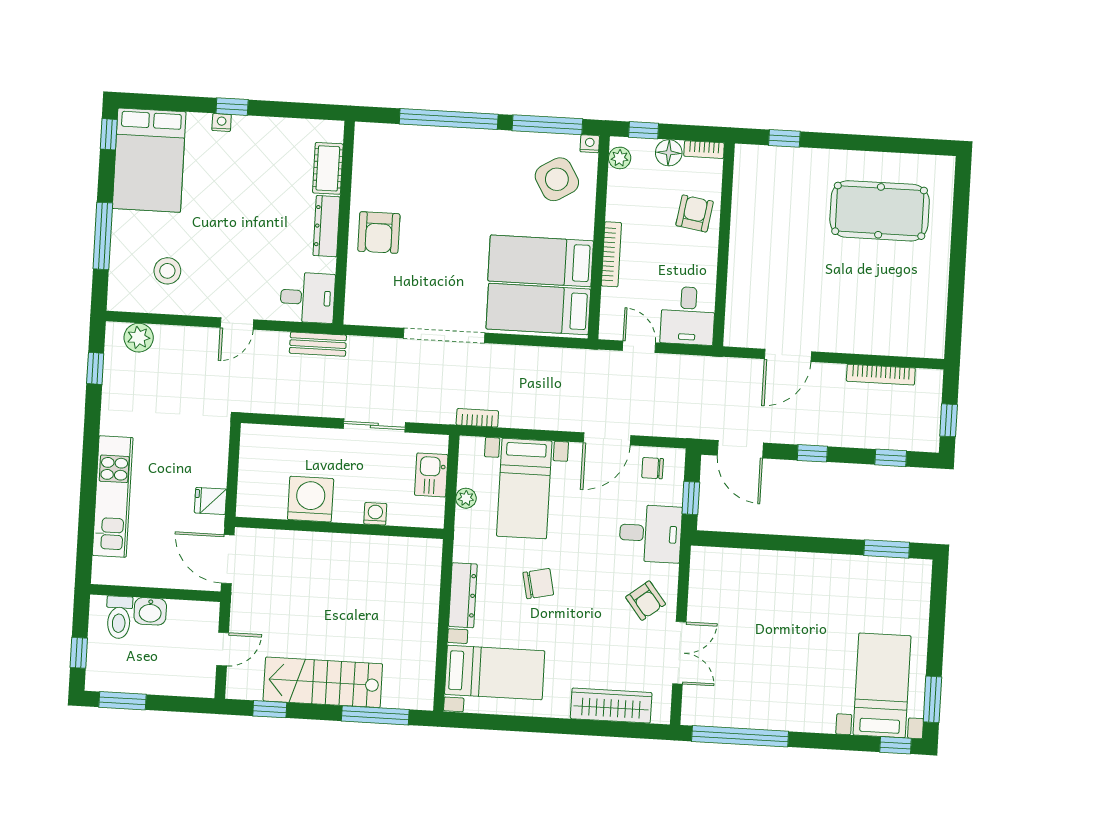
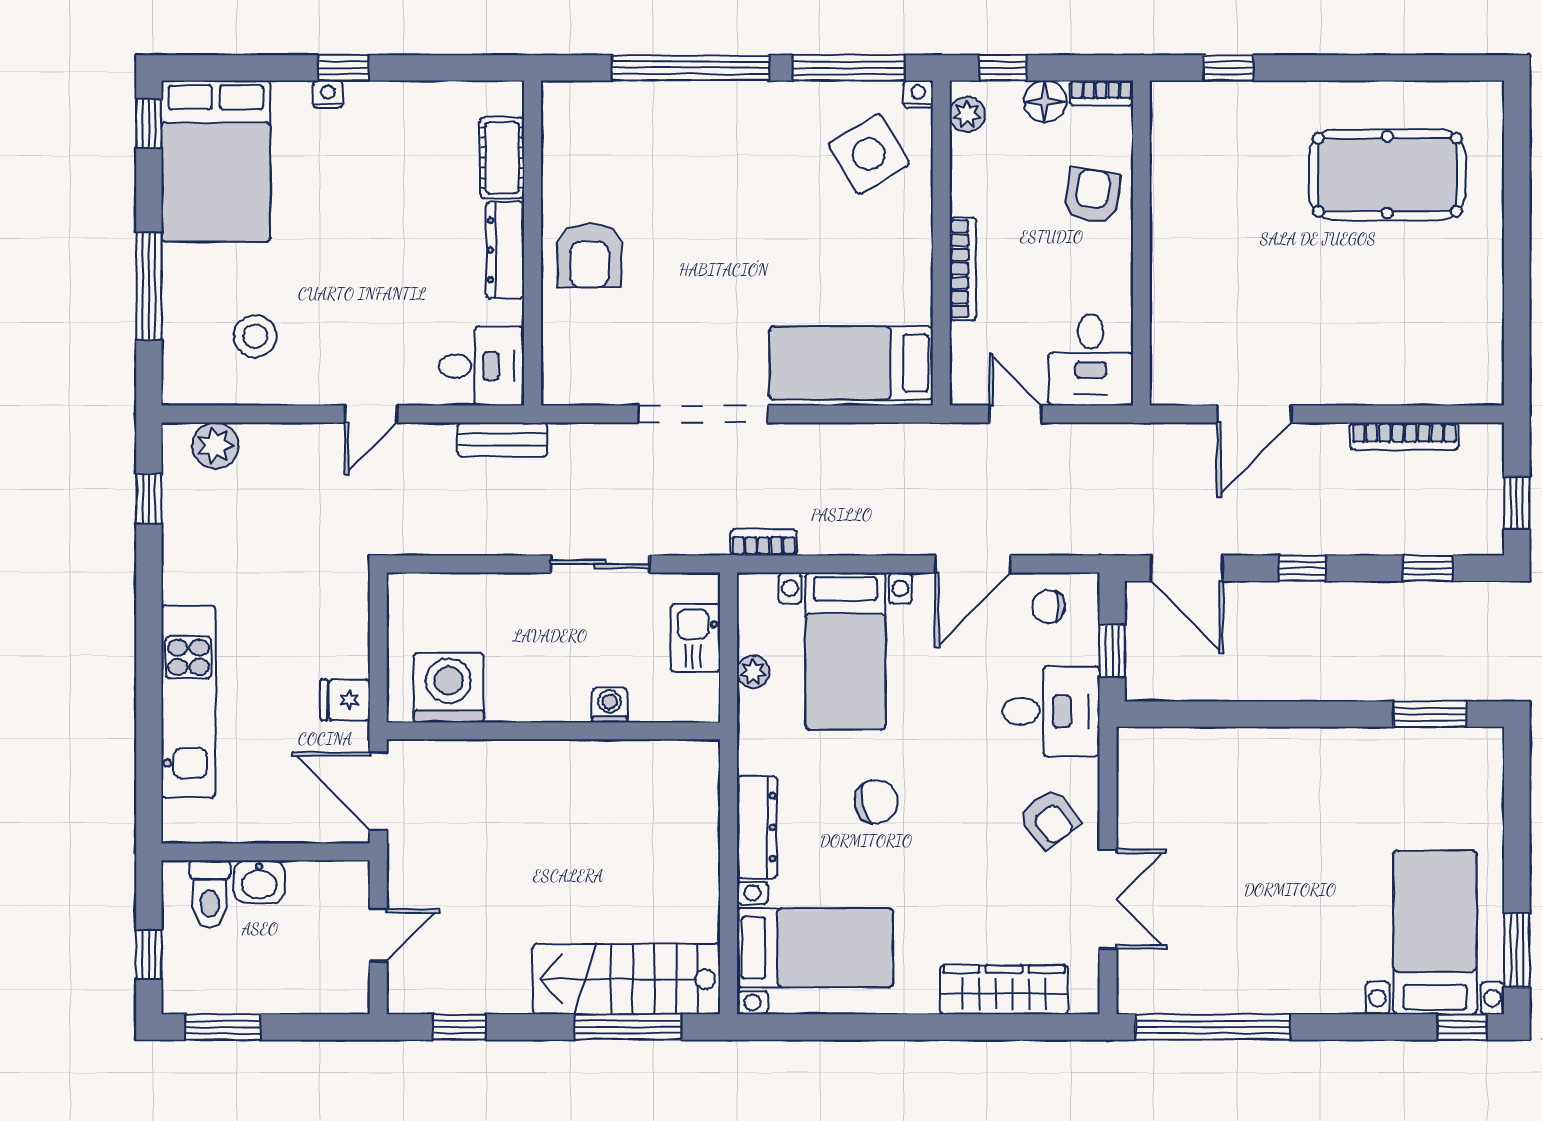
bed: (541, 261) -> (850, 286), removed
washing machine: (311, 499) -> (449, 688), moved
stairs: (323, 682) -> (626, 979), moved

